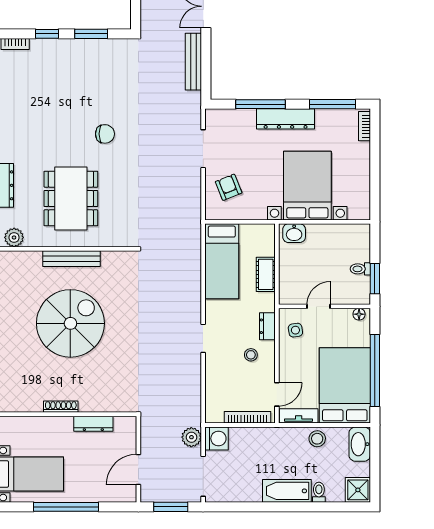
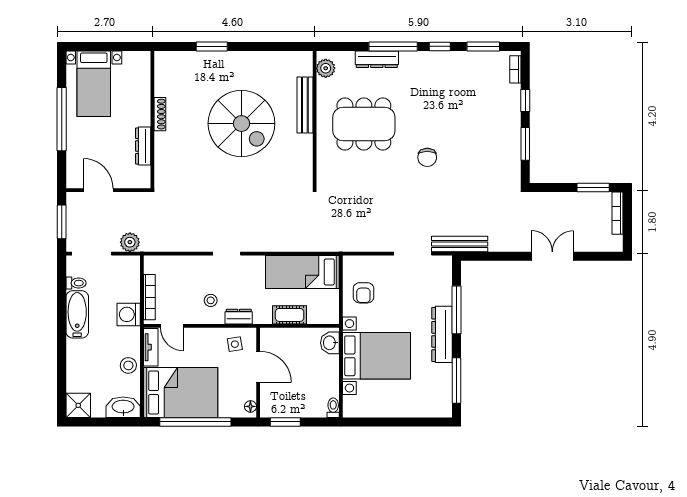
bench: (193, 62) -> (460, 244), moved
bookcase: (364, 126) -> (435, 412), removed
armchair: (229, 187) -> (363, 293), moved, turned 112
bench: (71, 259) -> (305, 105), moved
toilet: (360, 269) -> (333, 408), moved
door: (319, 306) -> (258, 367), width x1.38
washing machine: (217, 438) -> (129, 314), moved, turned 90
bathtub: (287, 491) -> (77, 314), moved
toilet: (319, 492) -> (76, 283), moved

